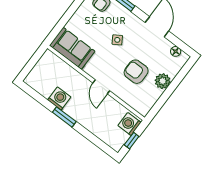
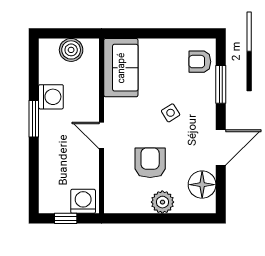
floor lamp: (176, 51) -> (202, 185), width x1.89, depth x1.89
boiler: (42, 68) -> (71, 50), added
door: (101, 87) -> (102, 135), hinge flipped

